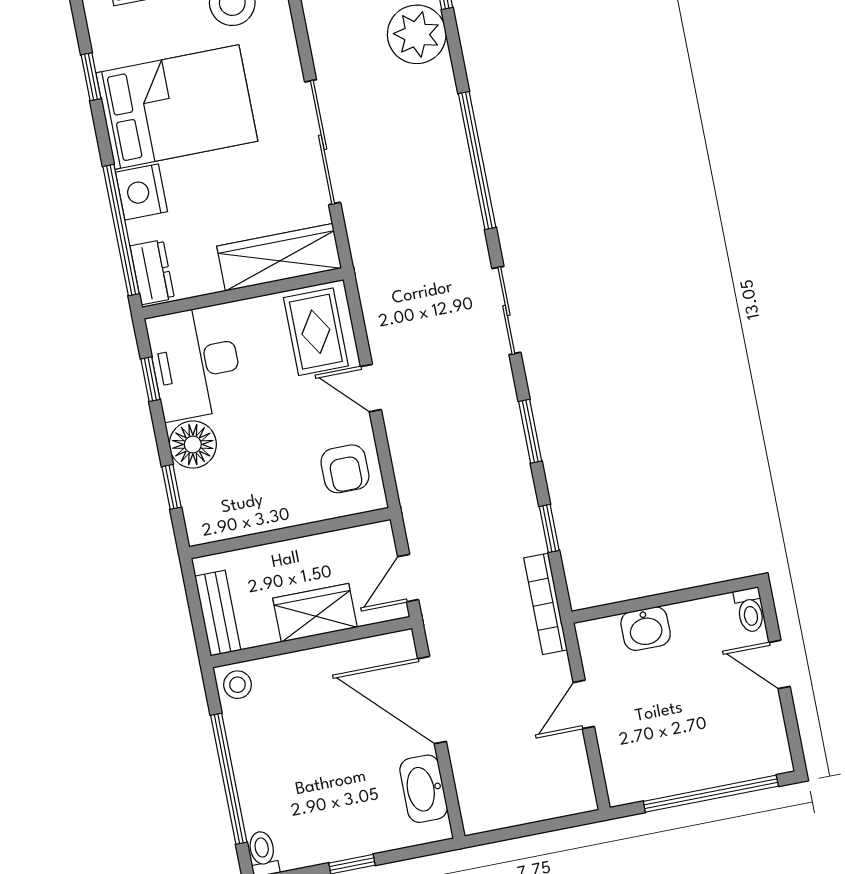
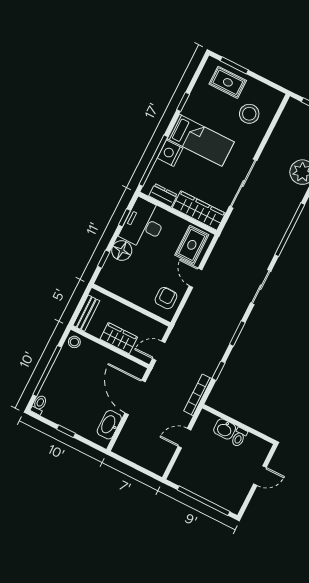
bed: (177, 107) -> (201, 140), width x0.67
dresser: (152, 272) -> (163, 195), moved, turned -90
armchair: (345, 469) -> (166, 298), turned 180
toilet: (750, 610) -> (239, 437), moved
door: (780, 664) -> (260, 476), swing flipped

